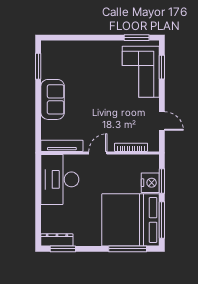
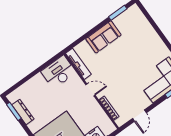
desk: (60, 179) -> (59, 72), width x0.73, depth x0.77
dresser: (57, 240) -> (23, 112), moved

